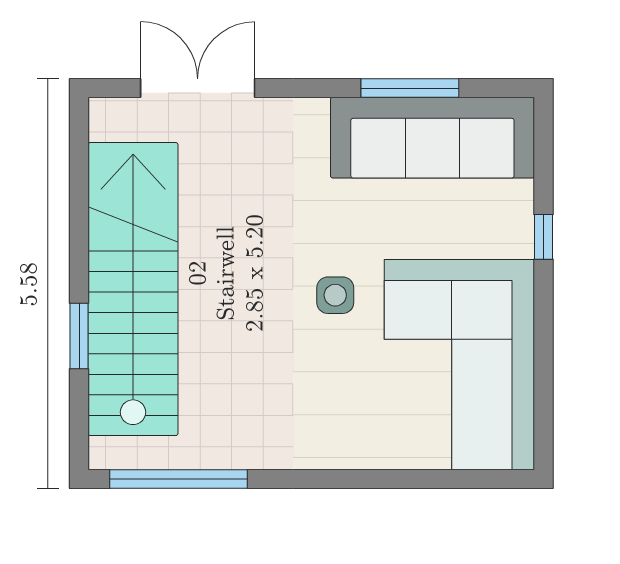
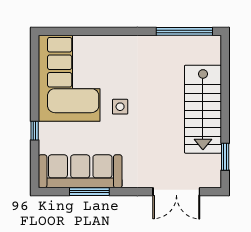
stairs: (133, 289) -> (203, 109), width x0.73
window: (79, 336) -> (225, 157), moved

